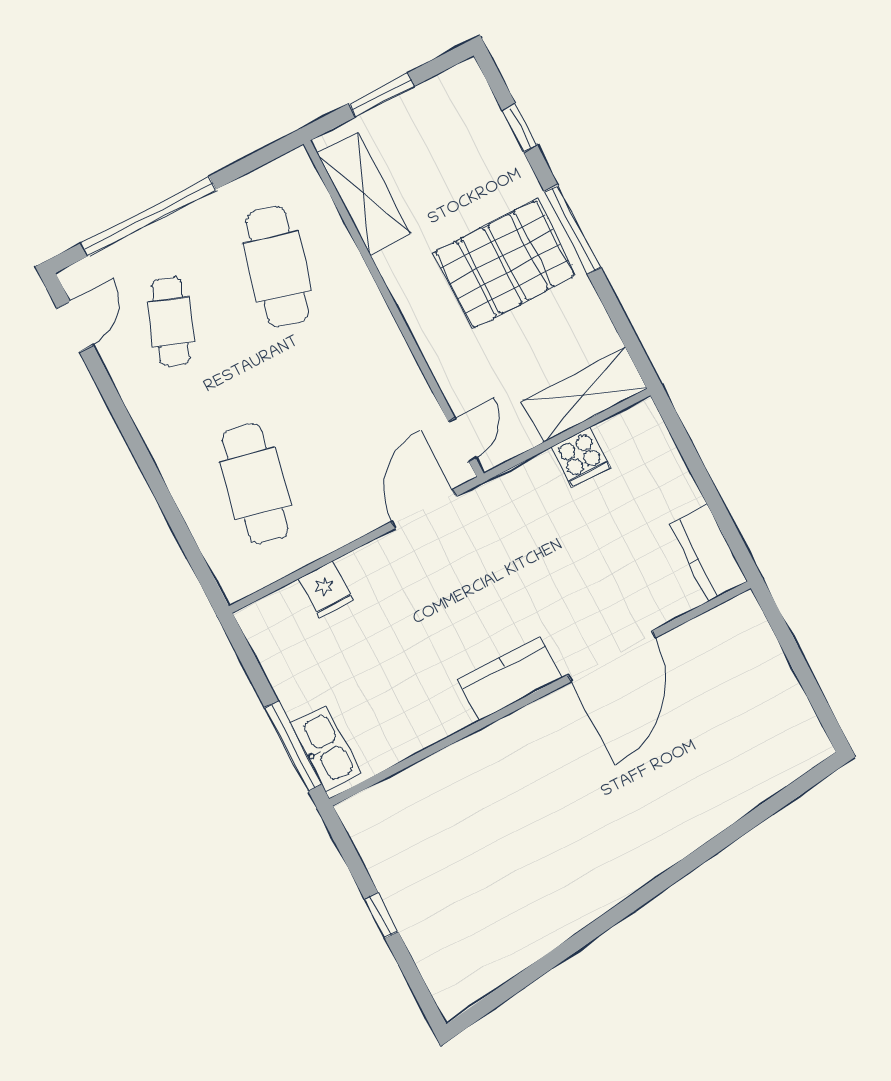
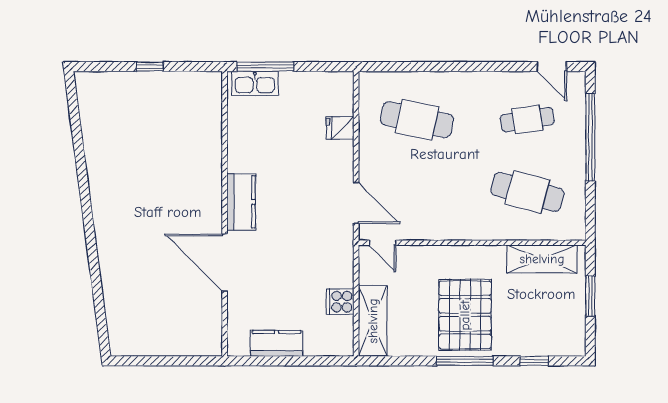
cafe table: (171, 322) -> (527, 120), turned -30
kitchen counter: (709, 553) -> (277, 343), moved

